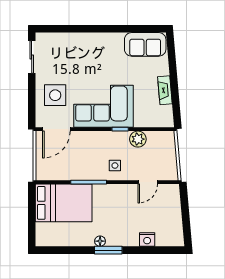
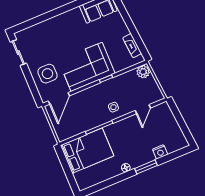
fireplace: (165, 90) -> (132, 46), moved
plant: (138, 139) -> (143, 72), moved
window: (108, 250) -> (146, 167), moved

